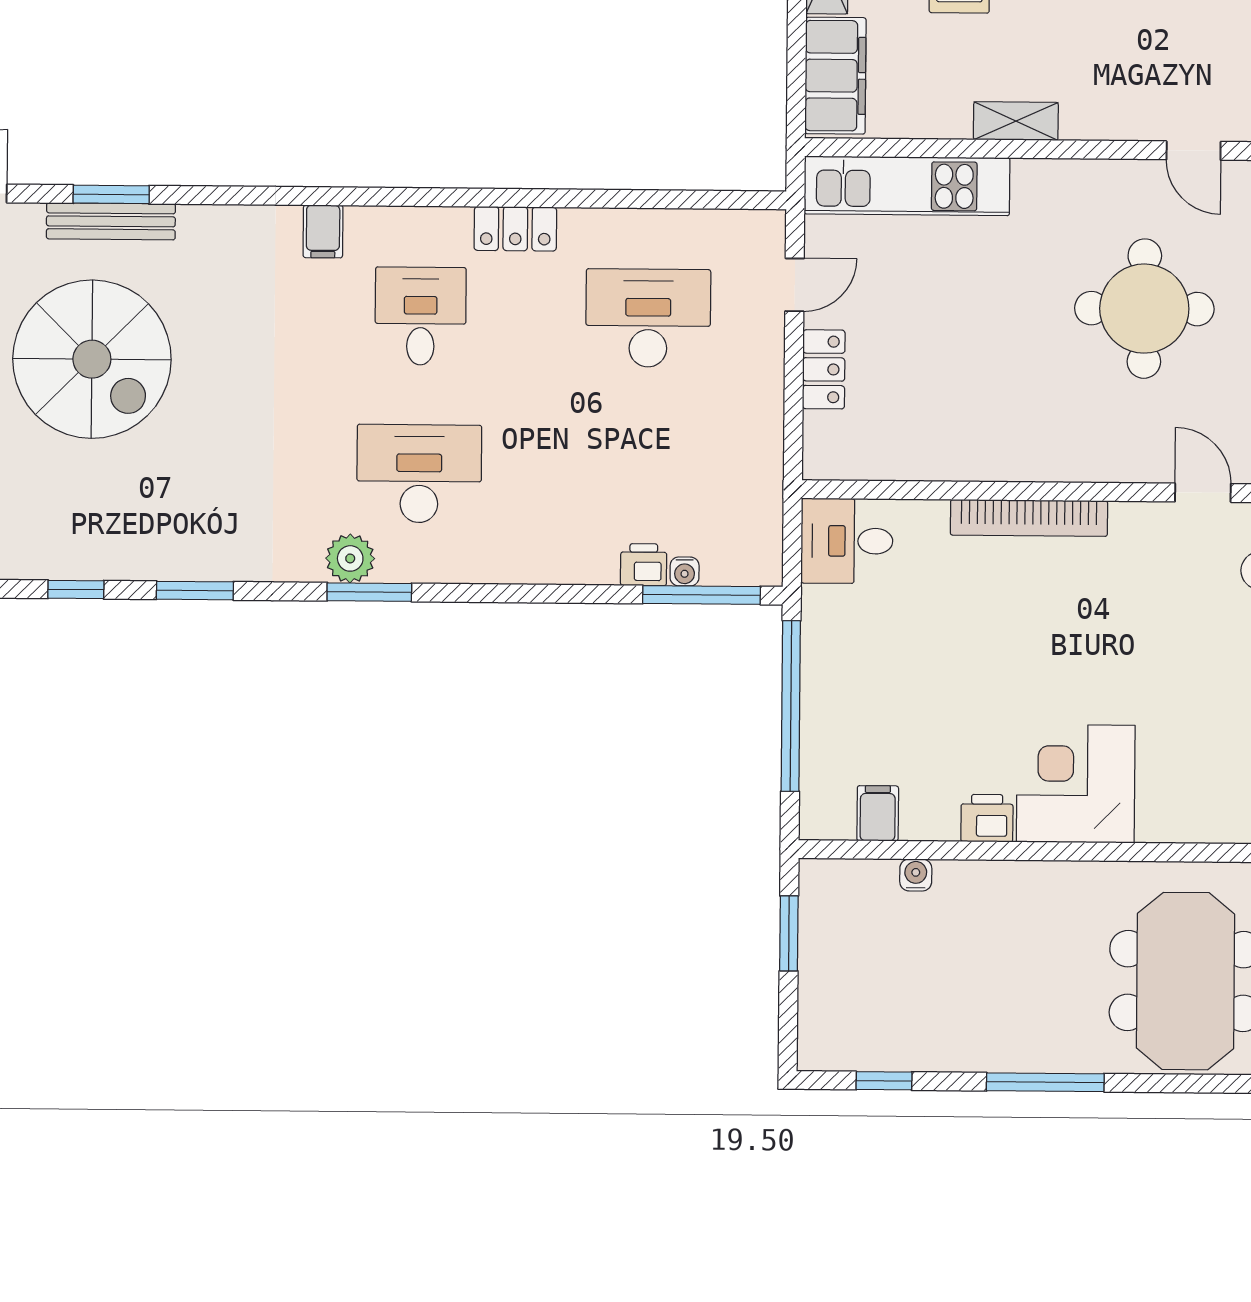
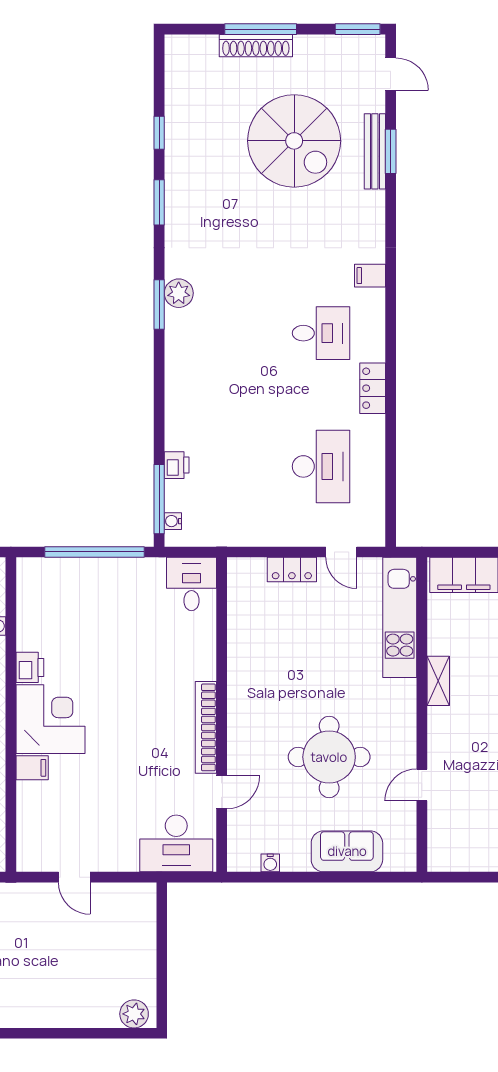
spiral stairs: (92, 359) -> (294, 141), turned -90
desk: (419, 474) -> (229, 333), removed
bookcase: (1029, 518) -> (206, 727), moved
water cooler: (685, 571) -> (173, 521), moved
filing cabinet: (878, 813) -> (32, 768), moved

